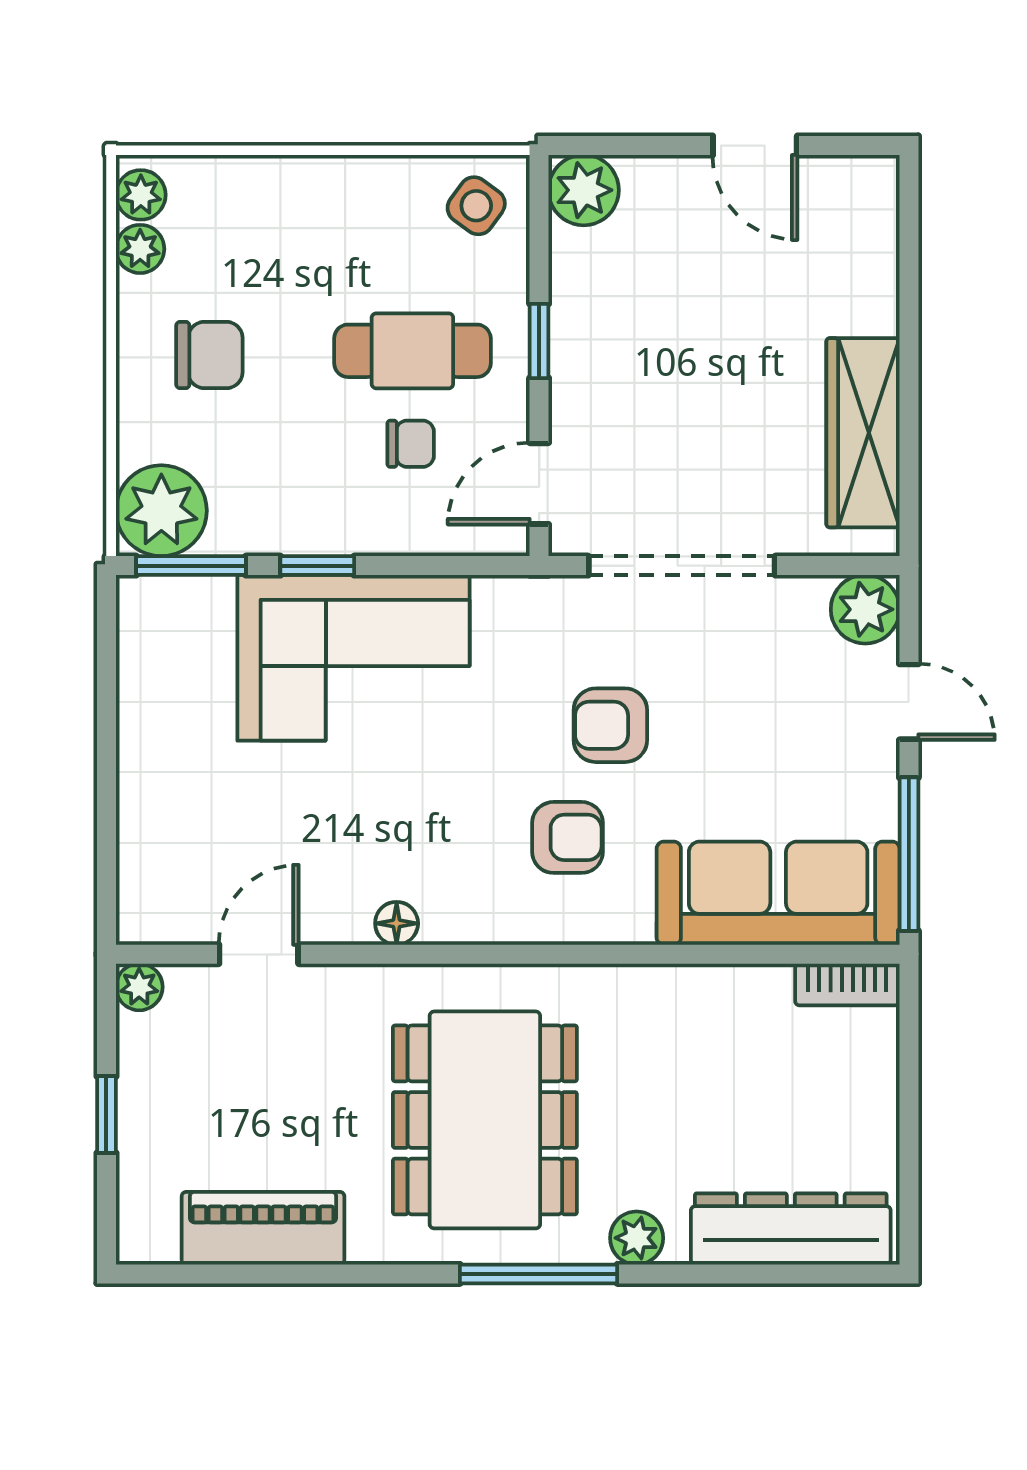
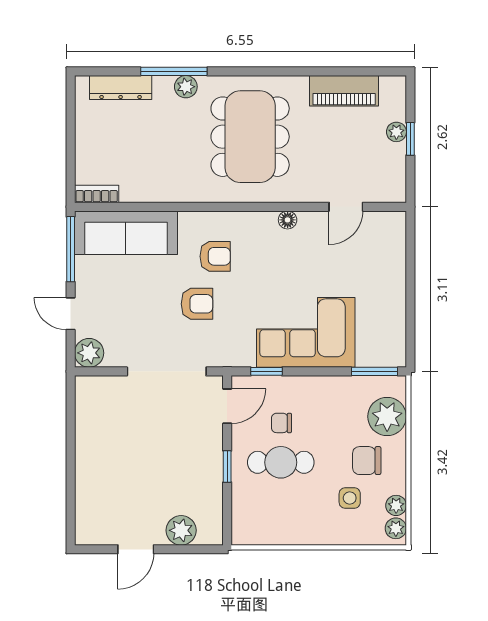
door: (755, 146) -> (136, 549), swing flipped
plant: (584, 190) -> (181, 530), moved
side table: (476, 206) -> (350, 498), moved, turned -36
wardrobe: (863, 433) -> (90, 428), removed
plant: (161, 511) -> (387, 417), moved
window: (317, 566) -> (266, 371), moved
armchair: (568, 837) -> (215, 256), turned 180
plant: (139, 987) -> (396, 132), moved
dresser: (791, 1229) -> (121, 88), width x0.73, depth x0.80
window: (539, 1274) -> (174, 71), moved

